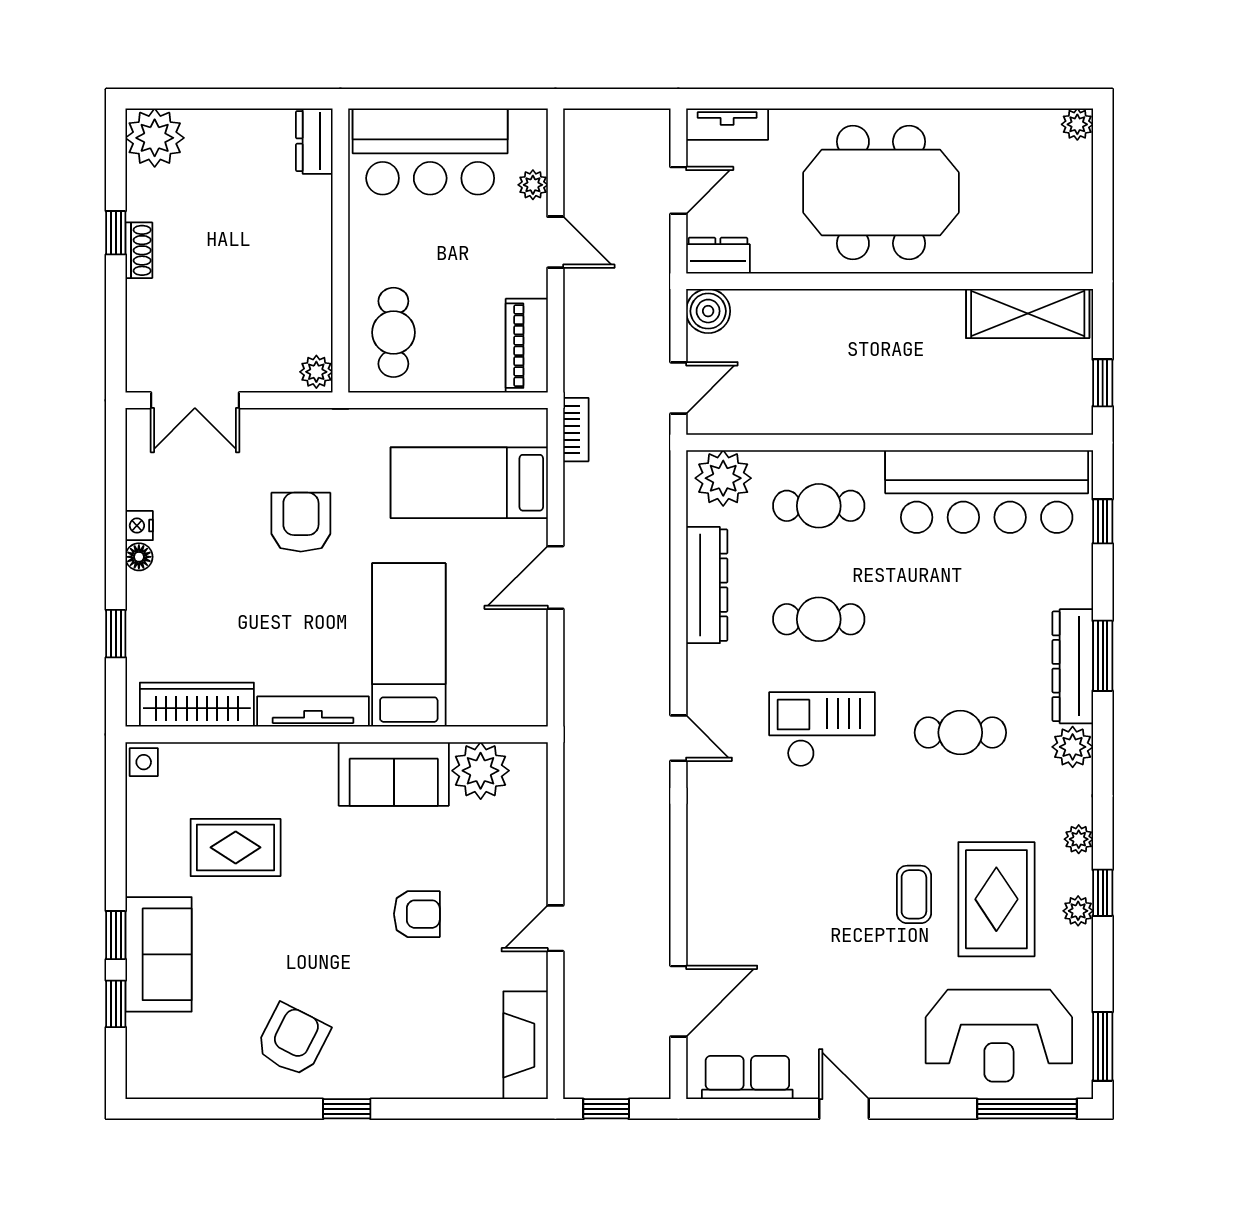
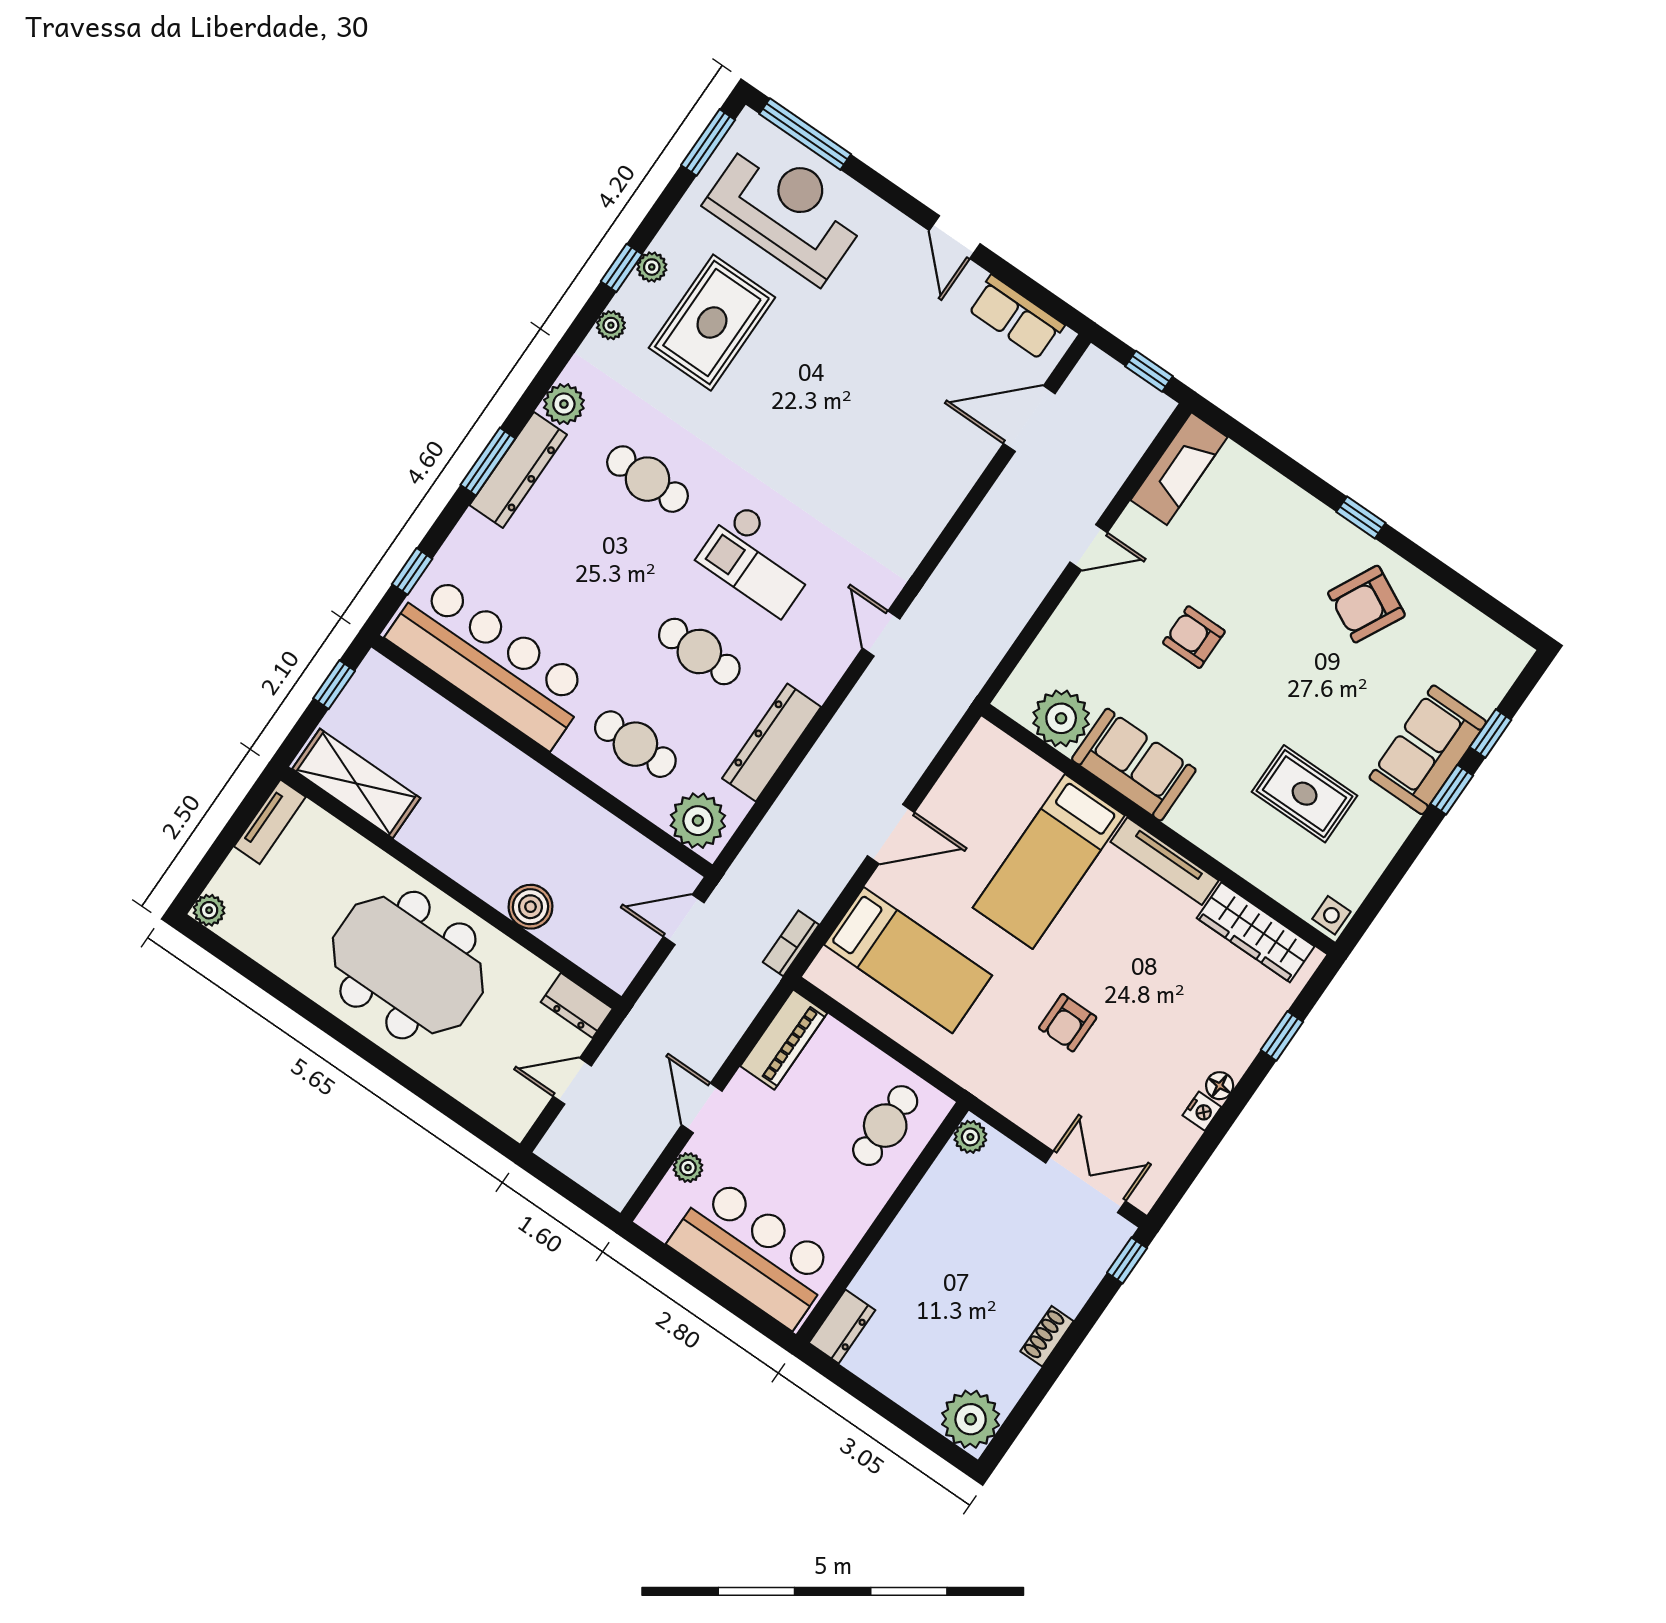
tv unit: (727, 124) -> (270, 822), moved, turned 90
window: (116, 233) -> (1127, 1260), moved
boiler: (708, 311) -> (531, 907), moved
armchair: (301, 522) -> (1068, 1023), width x0.72, depth x0.72
coffee table: (914, 894) -> (777, 373), removed

